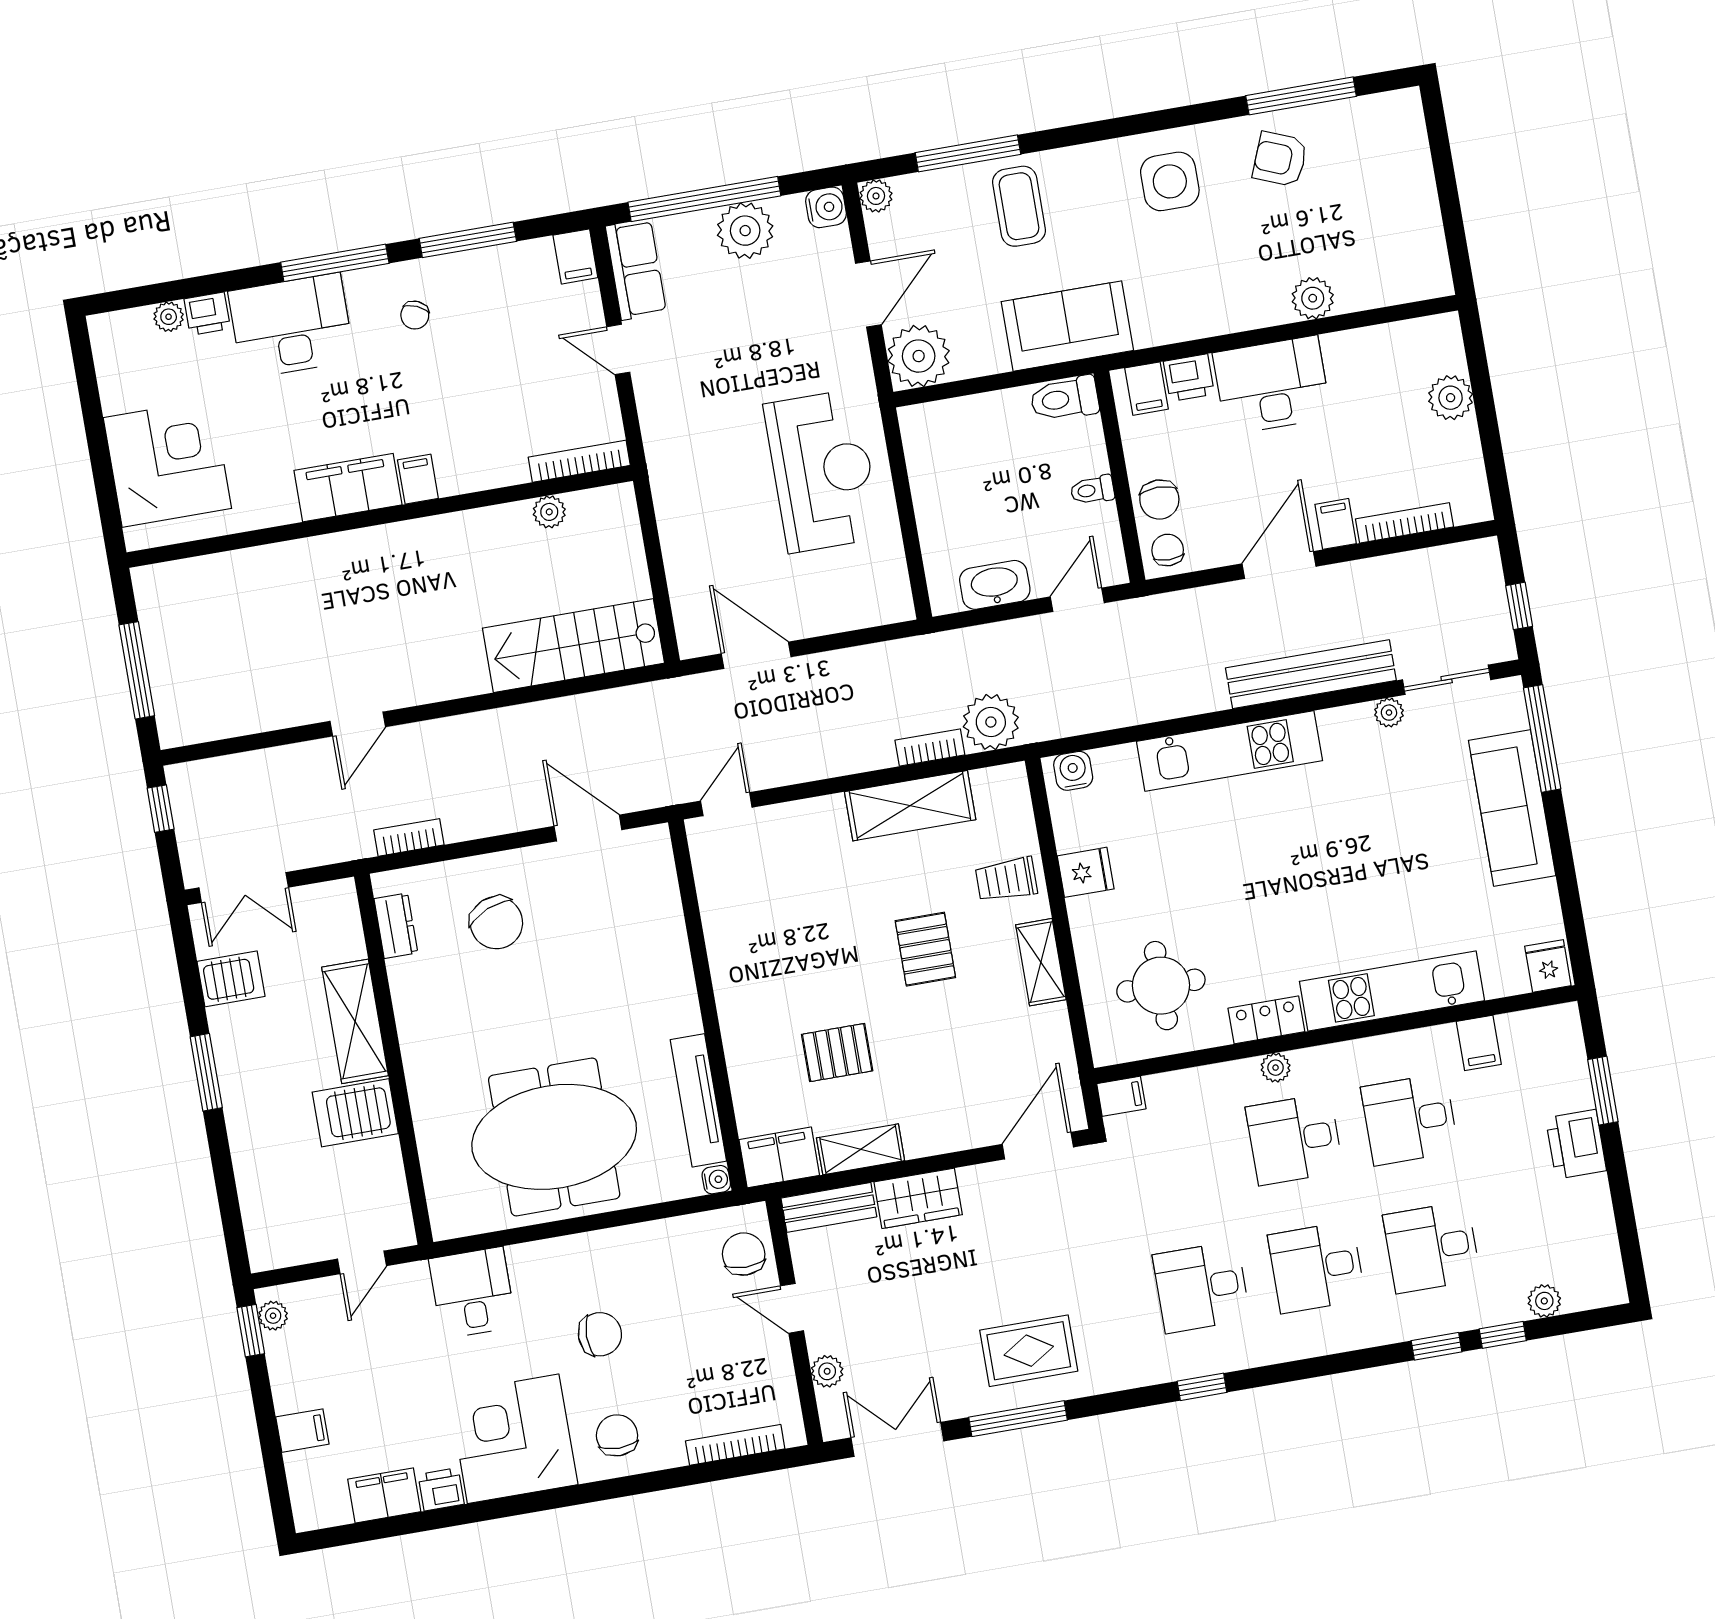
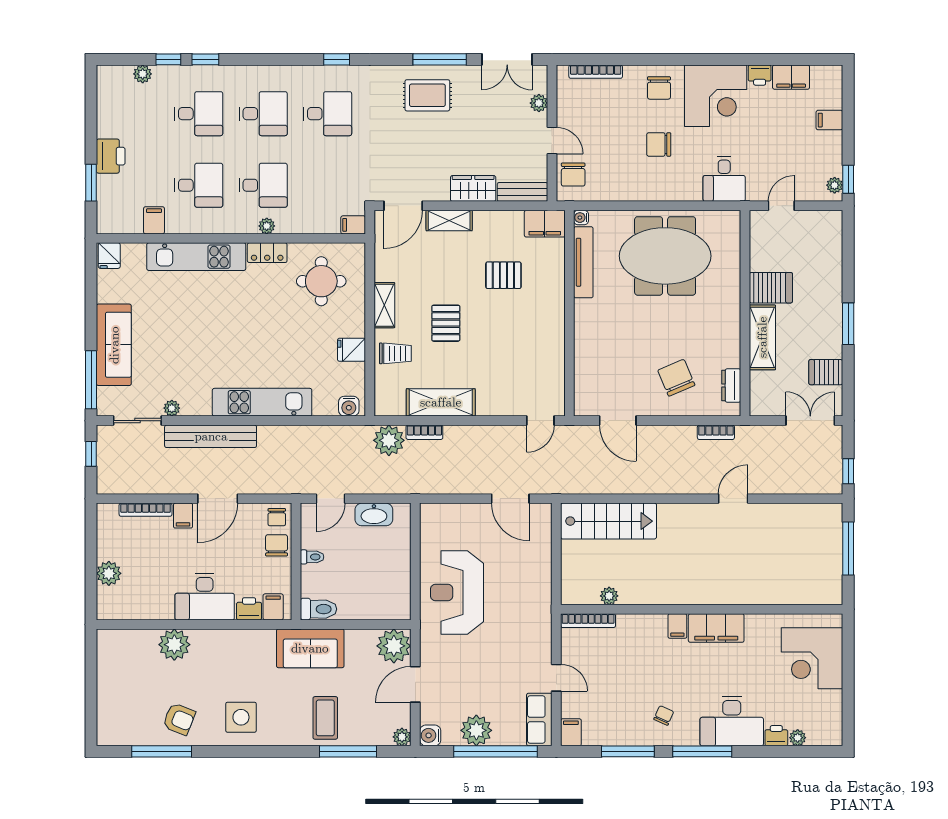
plant: (1313, 298) -> (174, 645), width x1.36, depth x1.36
shelving: (861, 1149) -> (449, 220), moved

